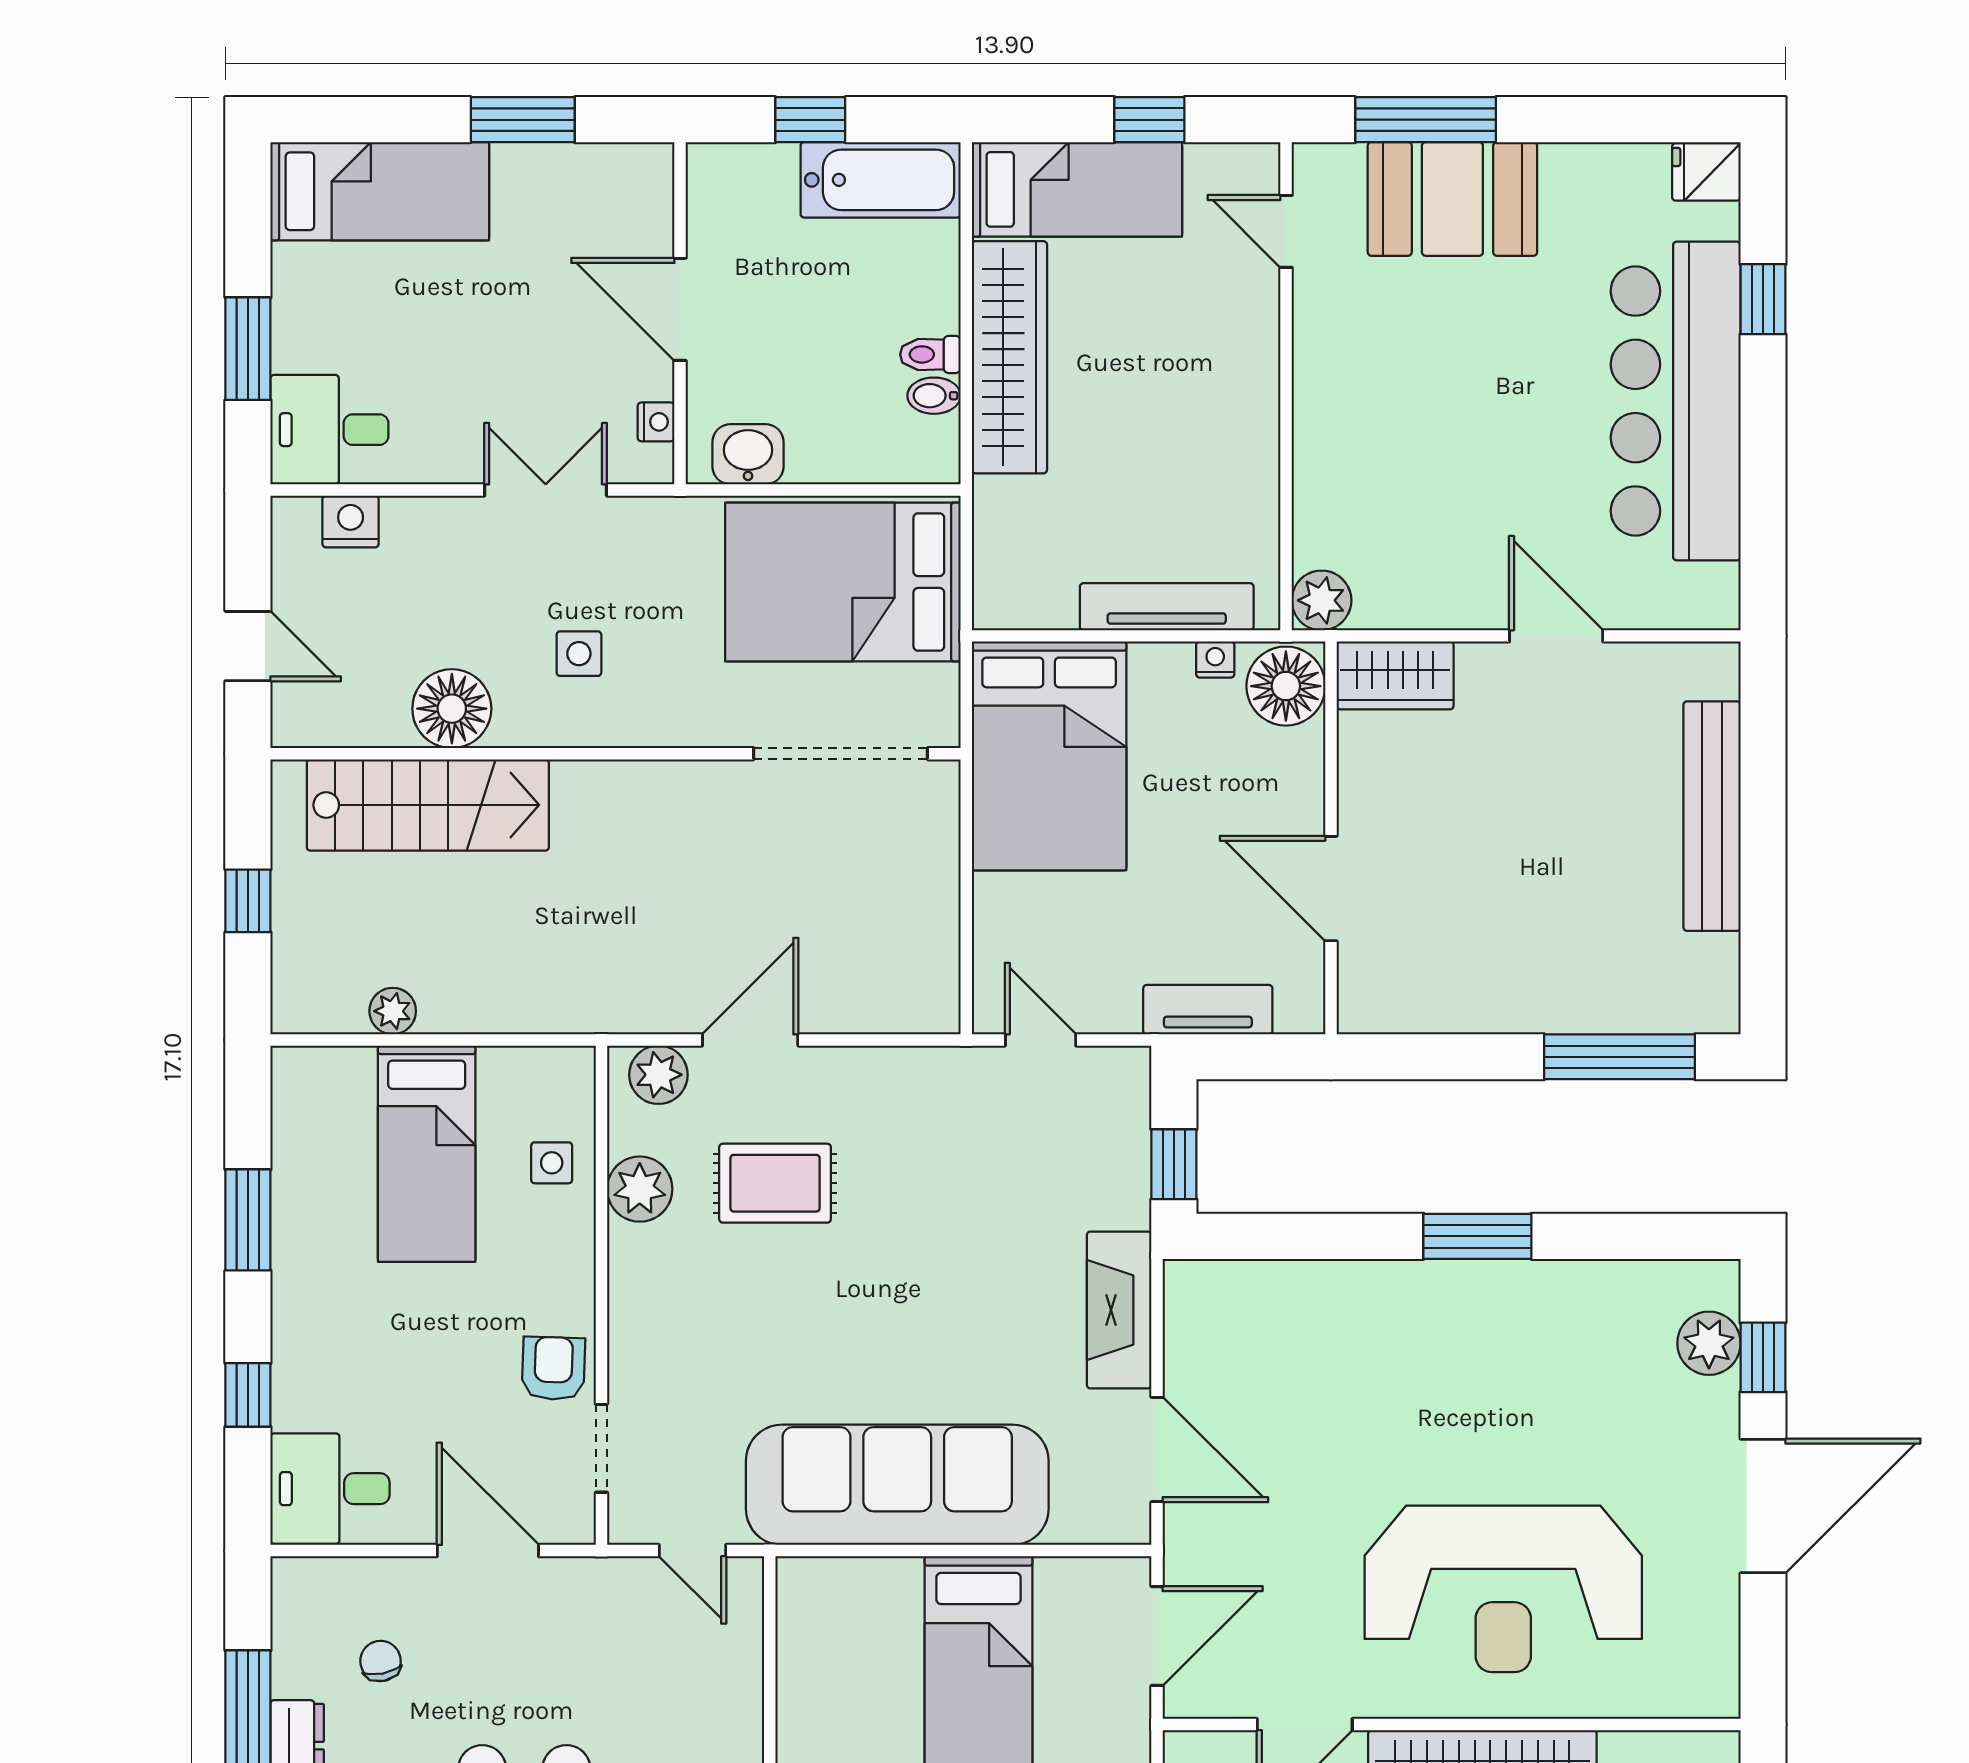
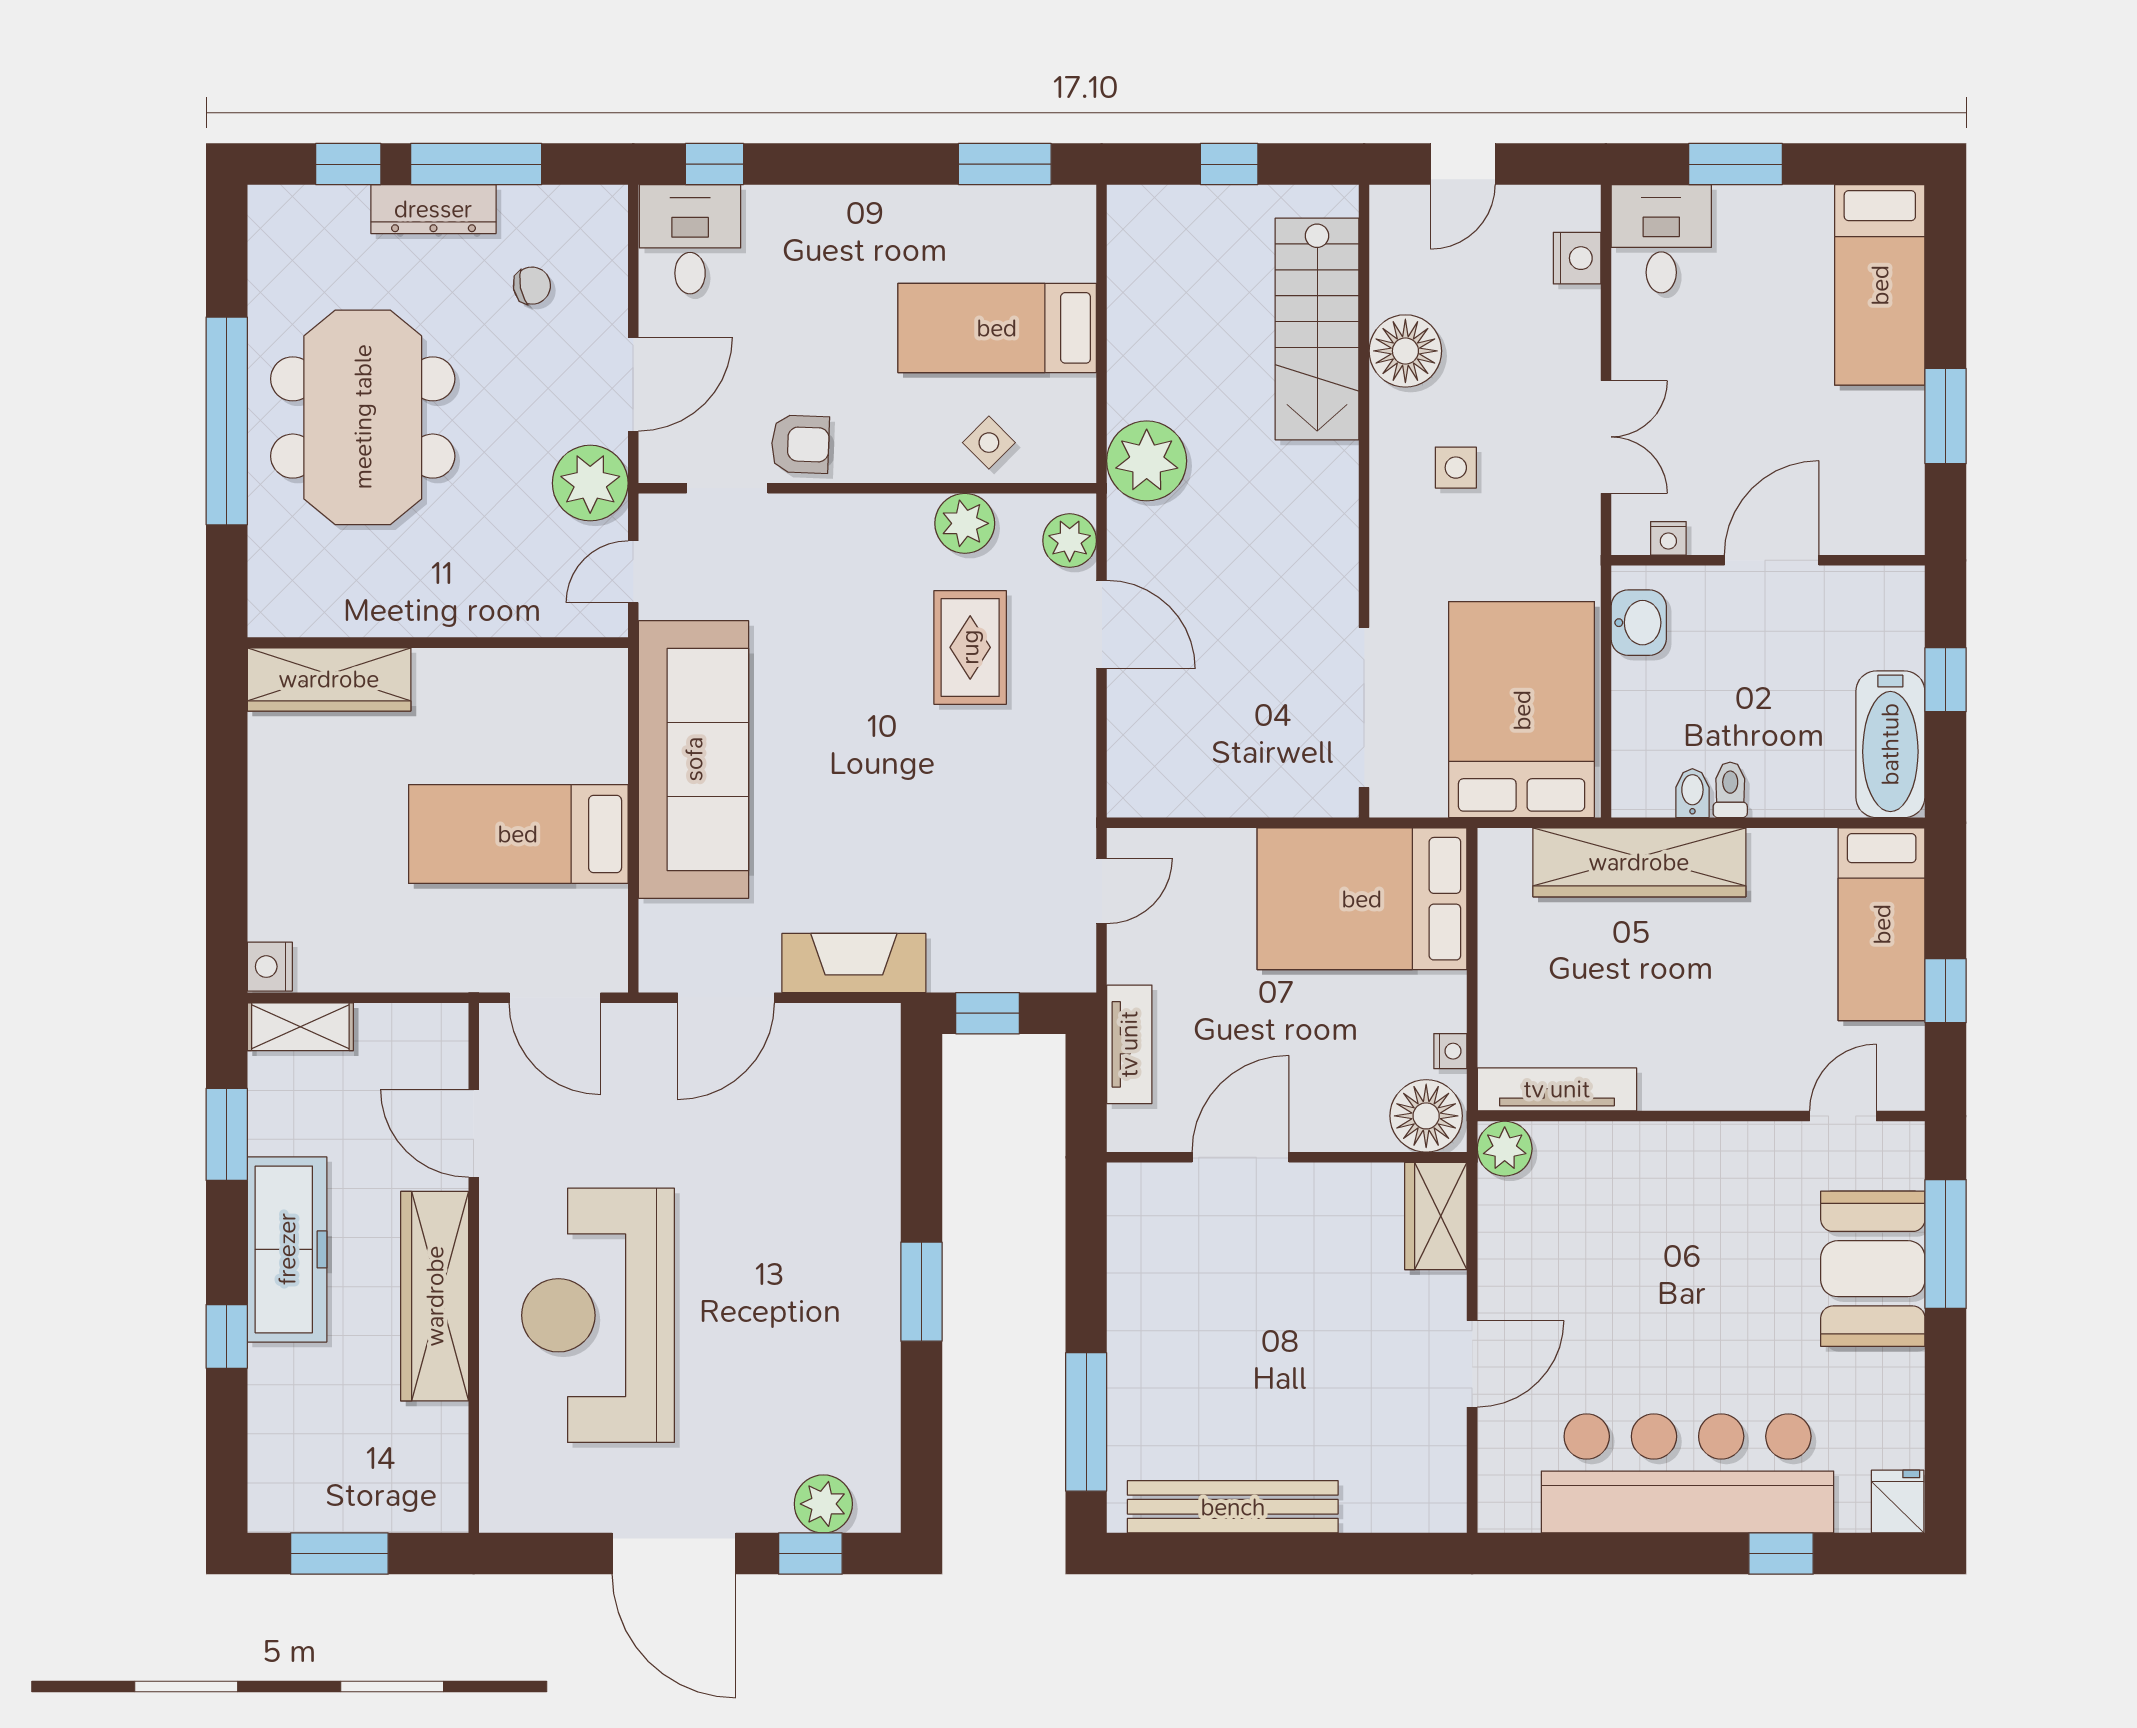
wardrobe: (1009, 357) -> (1639, 862), moved
tv unit: (1167, 607) -> (1557, 1089), moved, turned -90
bench: (1712, 816) -> (1233, 1507), moved
plant: (393, 1011) -> (1147, 461), moved, width x1.87, depth x1.87
side table: (552, 1163) -> (989, 443), turned 45
window: (248, 1220) -> (1005, 164), moved
window: (248, 1395) -> (714, 164), moved
plant: (596, 1597) -> (590, 483), added

